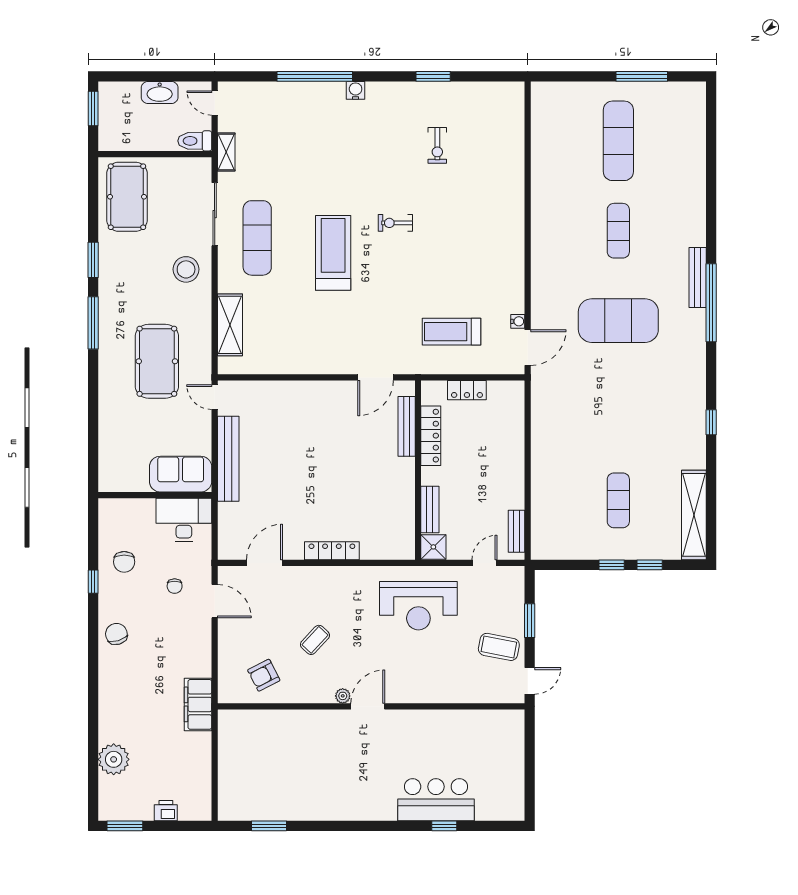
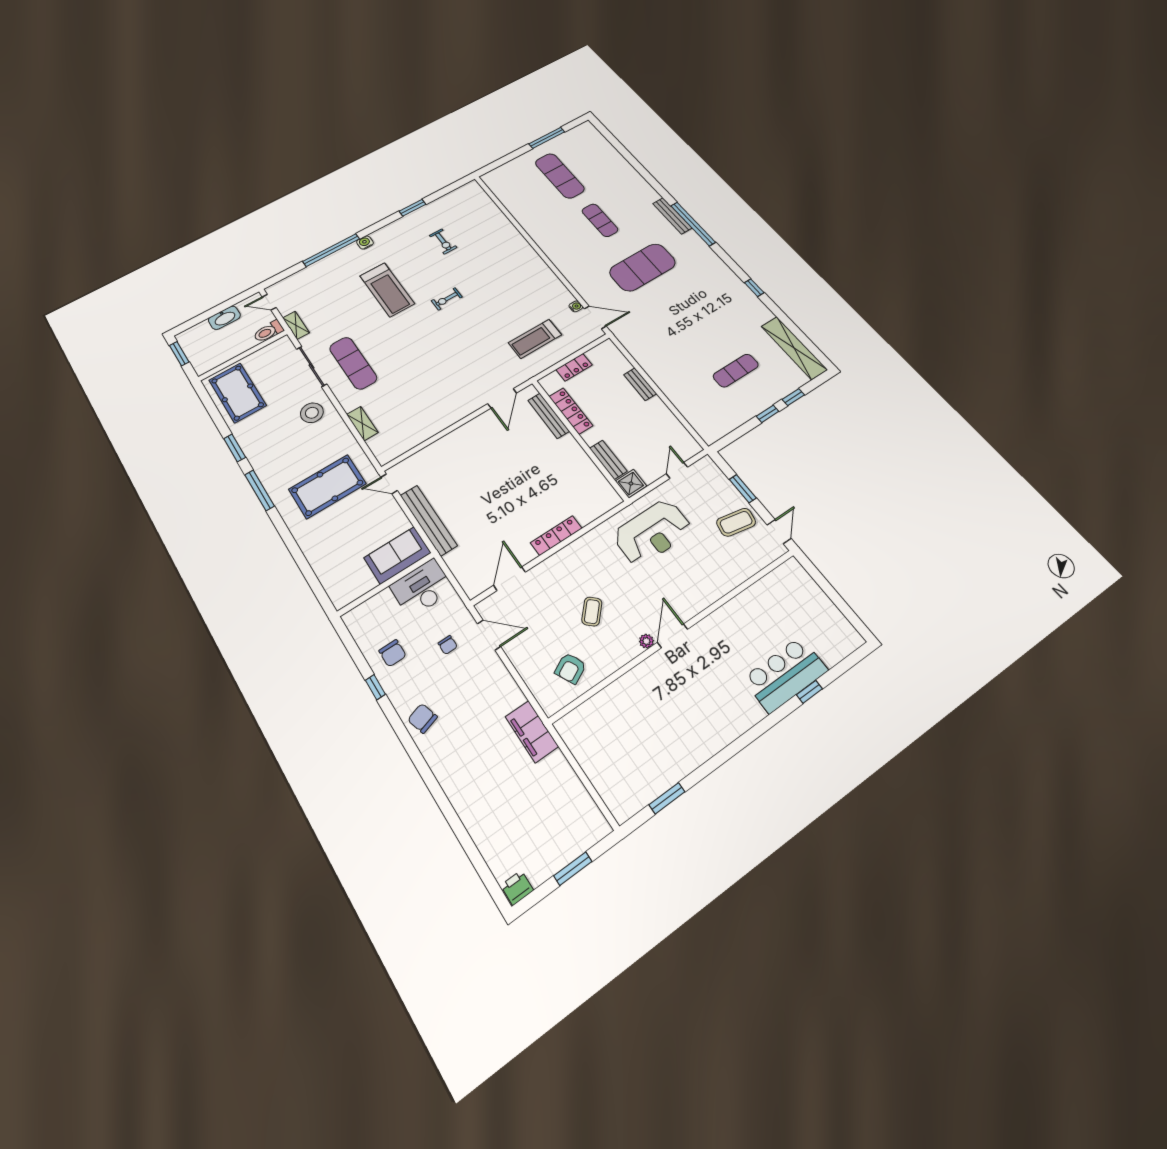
treadmill: (333, 253) -> (387, 290), moved, turned 180
shelving: (230, 325) -> (362, 423), width x0.67, depth x0.75
door: (528, 348) -> (595, 317), hinge flipped
pool table: (157, 361) -> (327, 486), turned 90
exercise mat: (618, 500) -> (736, 371), turned 90
bench: (517, 531) -> (640, 384), moved
plant: (114, 759) -> (489, 835), removed
printer: (166, 811) -> (517, 888), moved
window: (125, 826) -> (573, 869), moved

